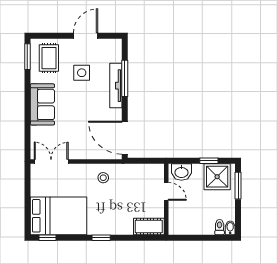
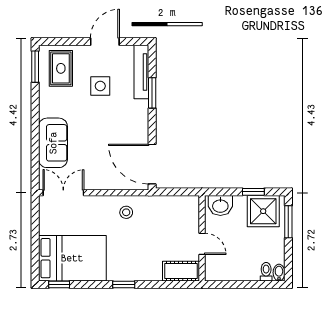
window: (125, 78) -> (152, 93), width x0.69
tv unit: (116, 86) -> (141, 72), moved
sofa: (42, 104) -> (53, 143), moved
door: (166, 191) -> (202, 244), moved

